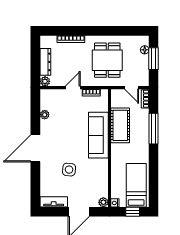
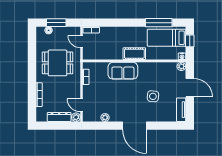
door: (73, 88) -> (81, 105), moved
door: (132, 88) -> (81, 42), swing flipped
cot: (120, 125) -> (134, 54), moved, width x0.73, depth x0.75
window: (154, 129) -> (159, 23), moved
sofa: (98, 135) -> (123, 71), width x0.73

